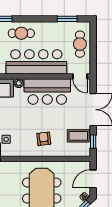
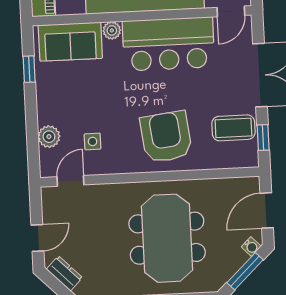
door: (80, 76) -> (231, 11), hinge flipped
armchair: (44, 139) -> (166, 137), width x1.88, depth x1.88

